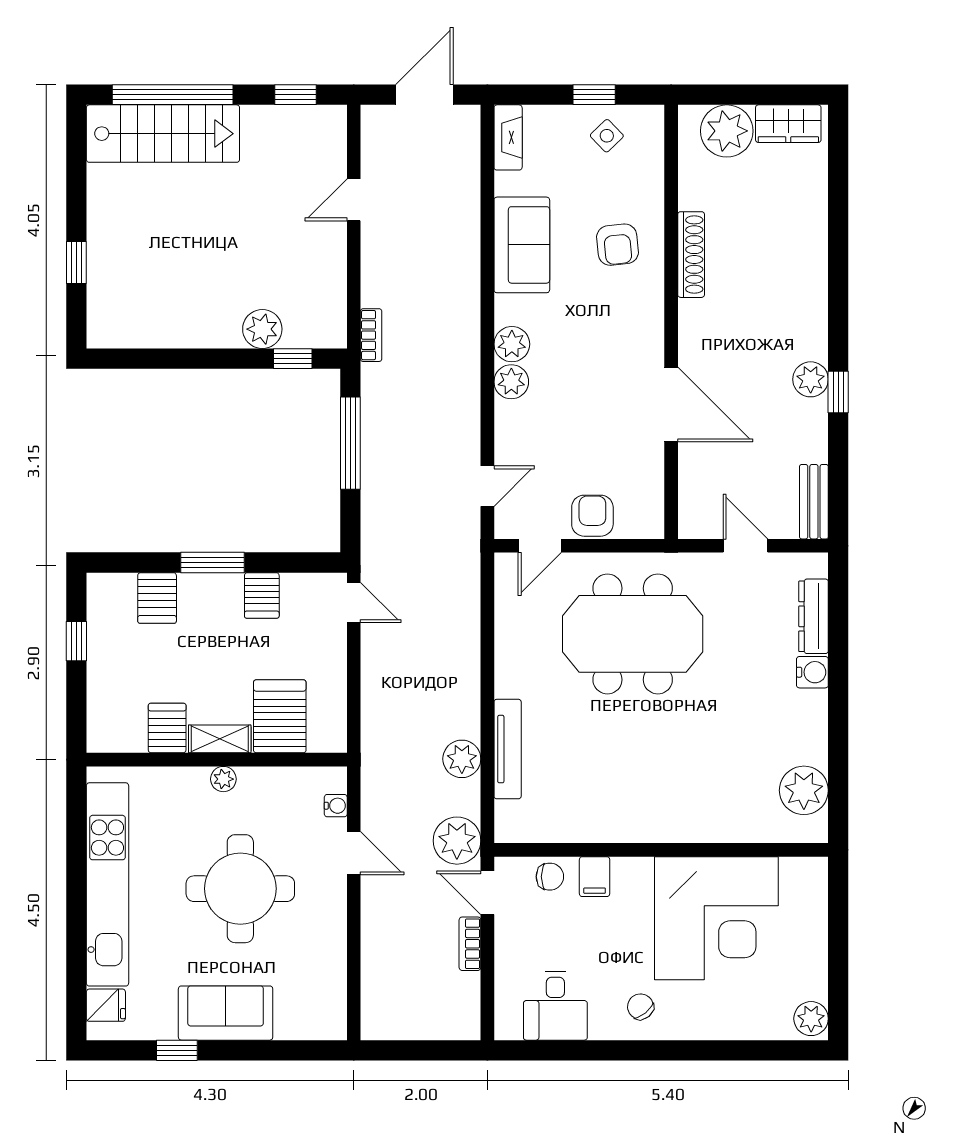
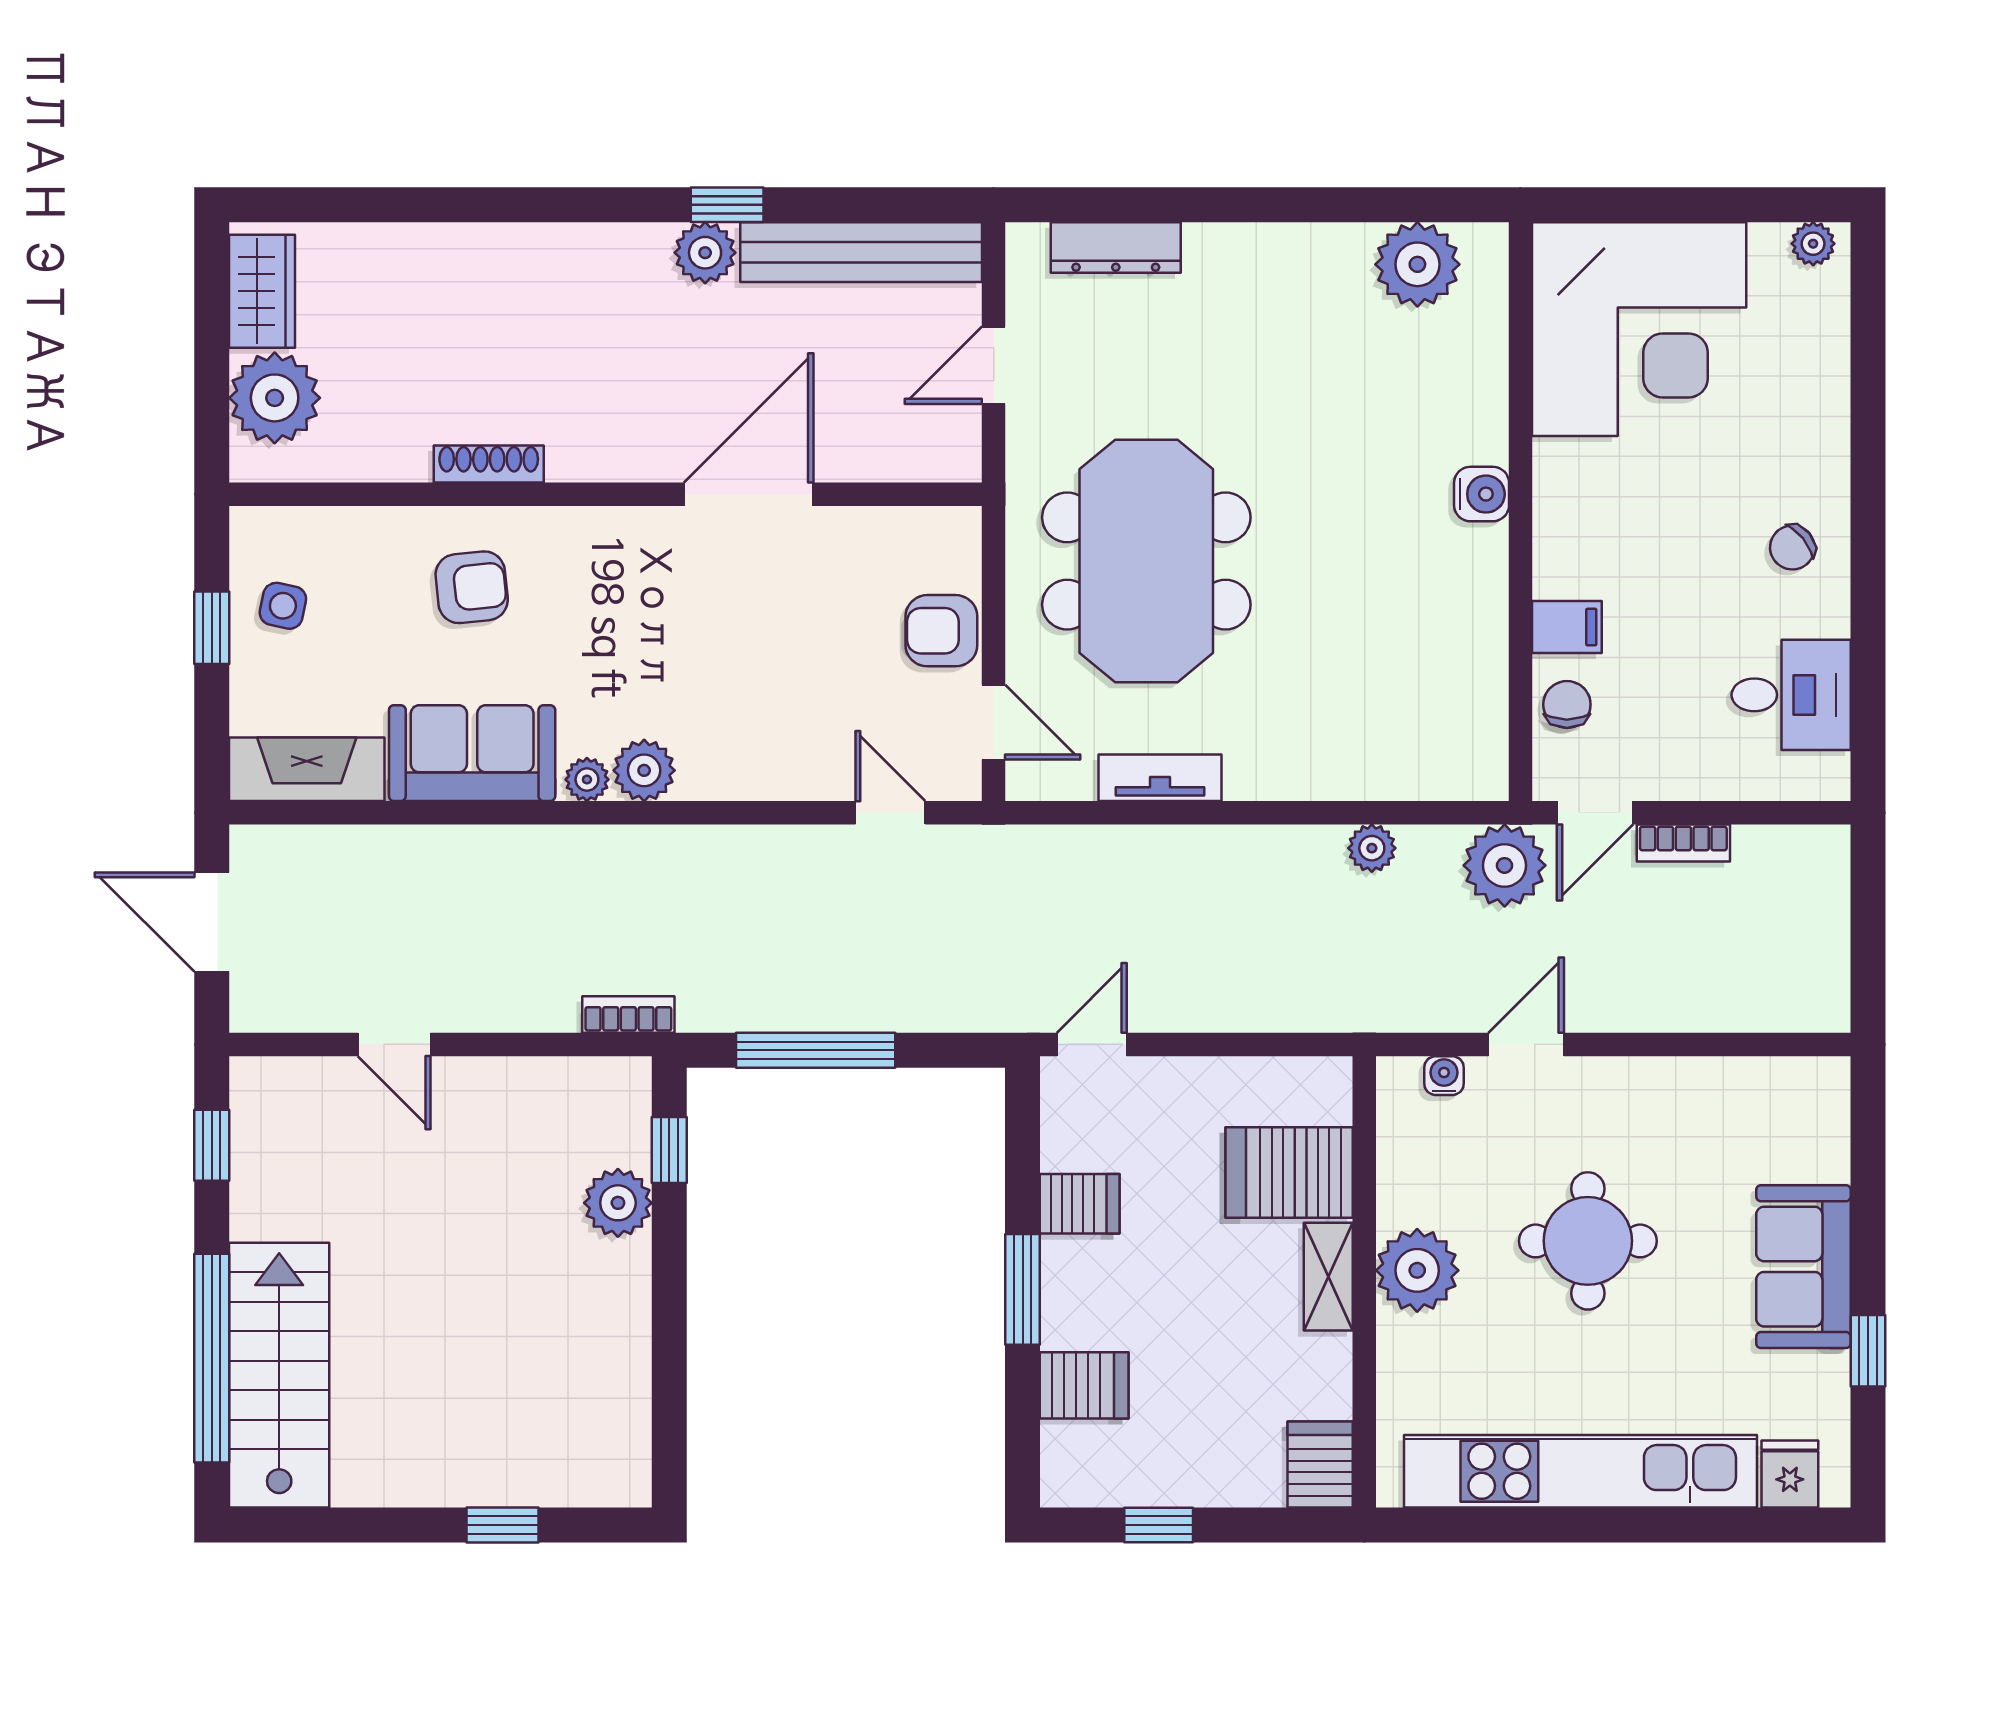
side table: (607, 136) -> (283, 606), turned -34
fireplace: (508, 137) -> (307, 769), width x1.37, depth x1.32
shoe rack: (691, 255) -> (489, 464), width x0.74, depth x0.81
plant: (511, 382) -> (587, 780), moved, width x0.73, depth x0.73
bench: (814, 502) -> (861, 252), width x1.86, depth x1.21
water cooler: (812, 672) -> (1482, 494), moved, turned 90
server rack: (167, 728) -> (1320, 1465), moved, turned 90
tv unit: (508, 749) -> (1160, 778), moved, width x0.71
plant: (462, 759) -> (1372, 848), width x0.73, depth x0.73
plant: (223, 779) -> (1417, 1270), width x1.87, depth x1.87
round table: (240, 889) -> (1588, 1241), width x0.73, depth x0.73
corner desk: (716, 918) -> (1639, 329), moved, turned 90
plant: (811, 1019) -> (1813, 244), width x0.73, depth x0.73

